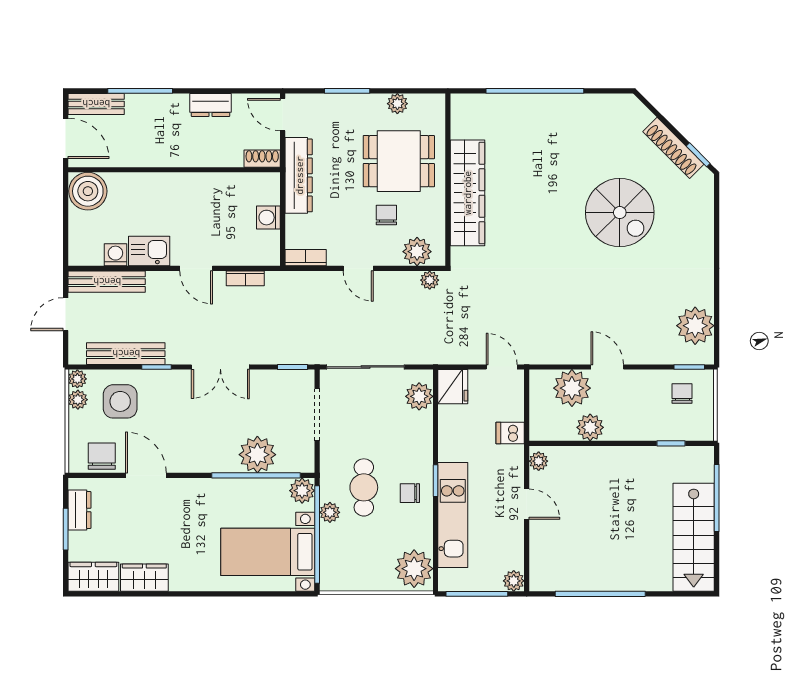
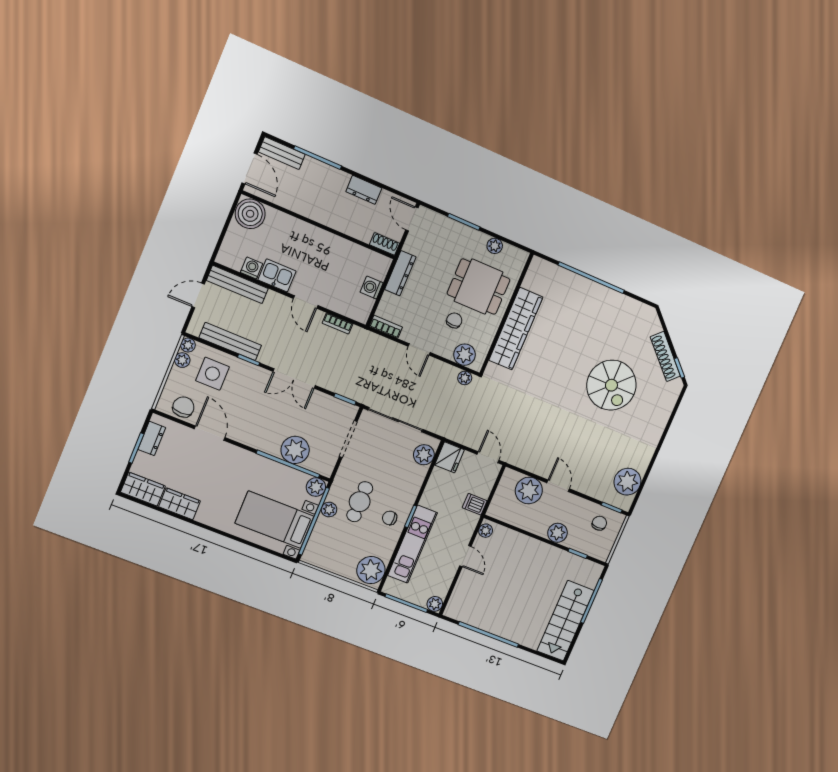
dresser: (299, 175) -> (400, 273), width x0.73, depth x0.80
plant: (590, 427) -> (557, 533), moved

